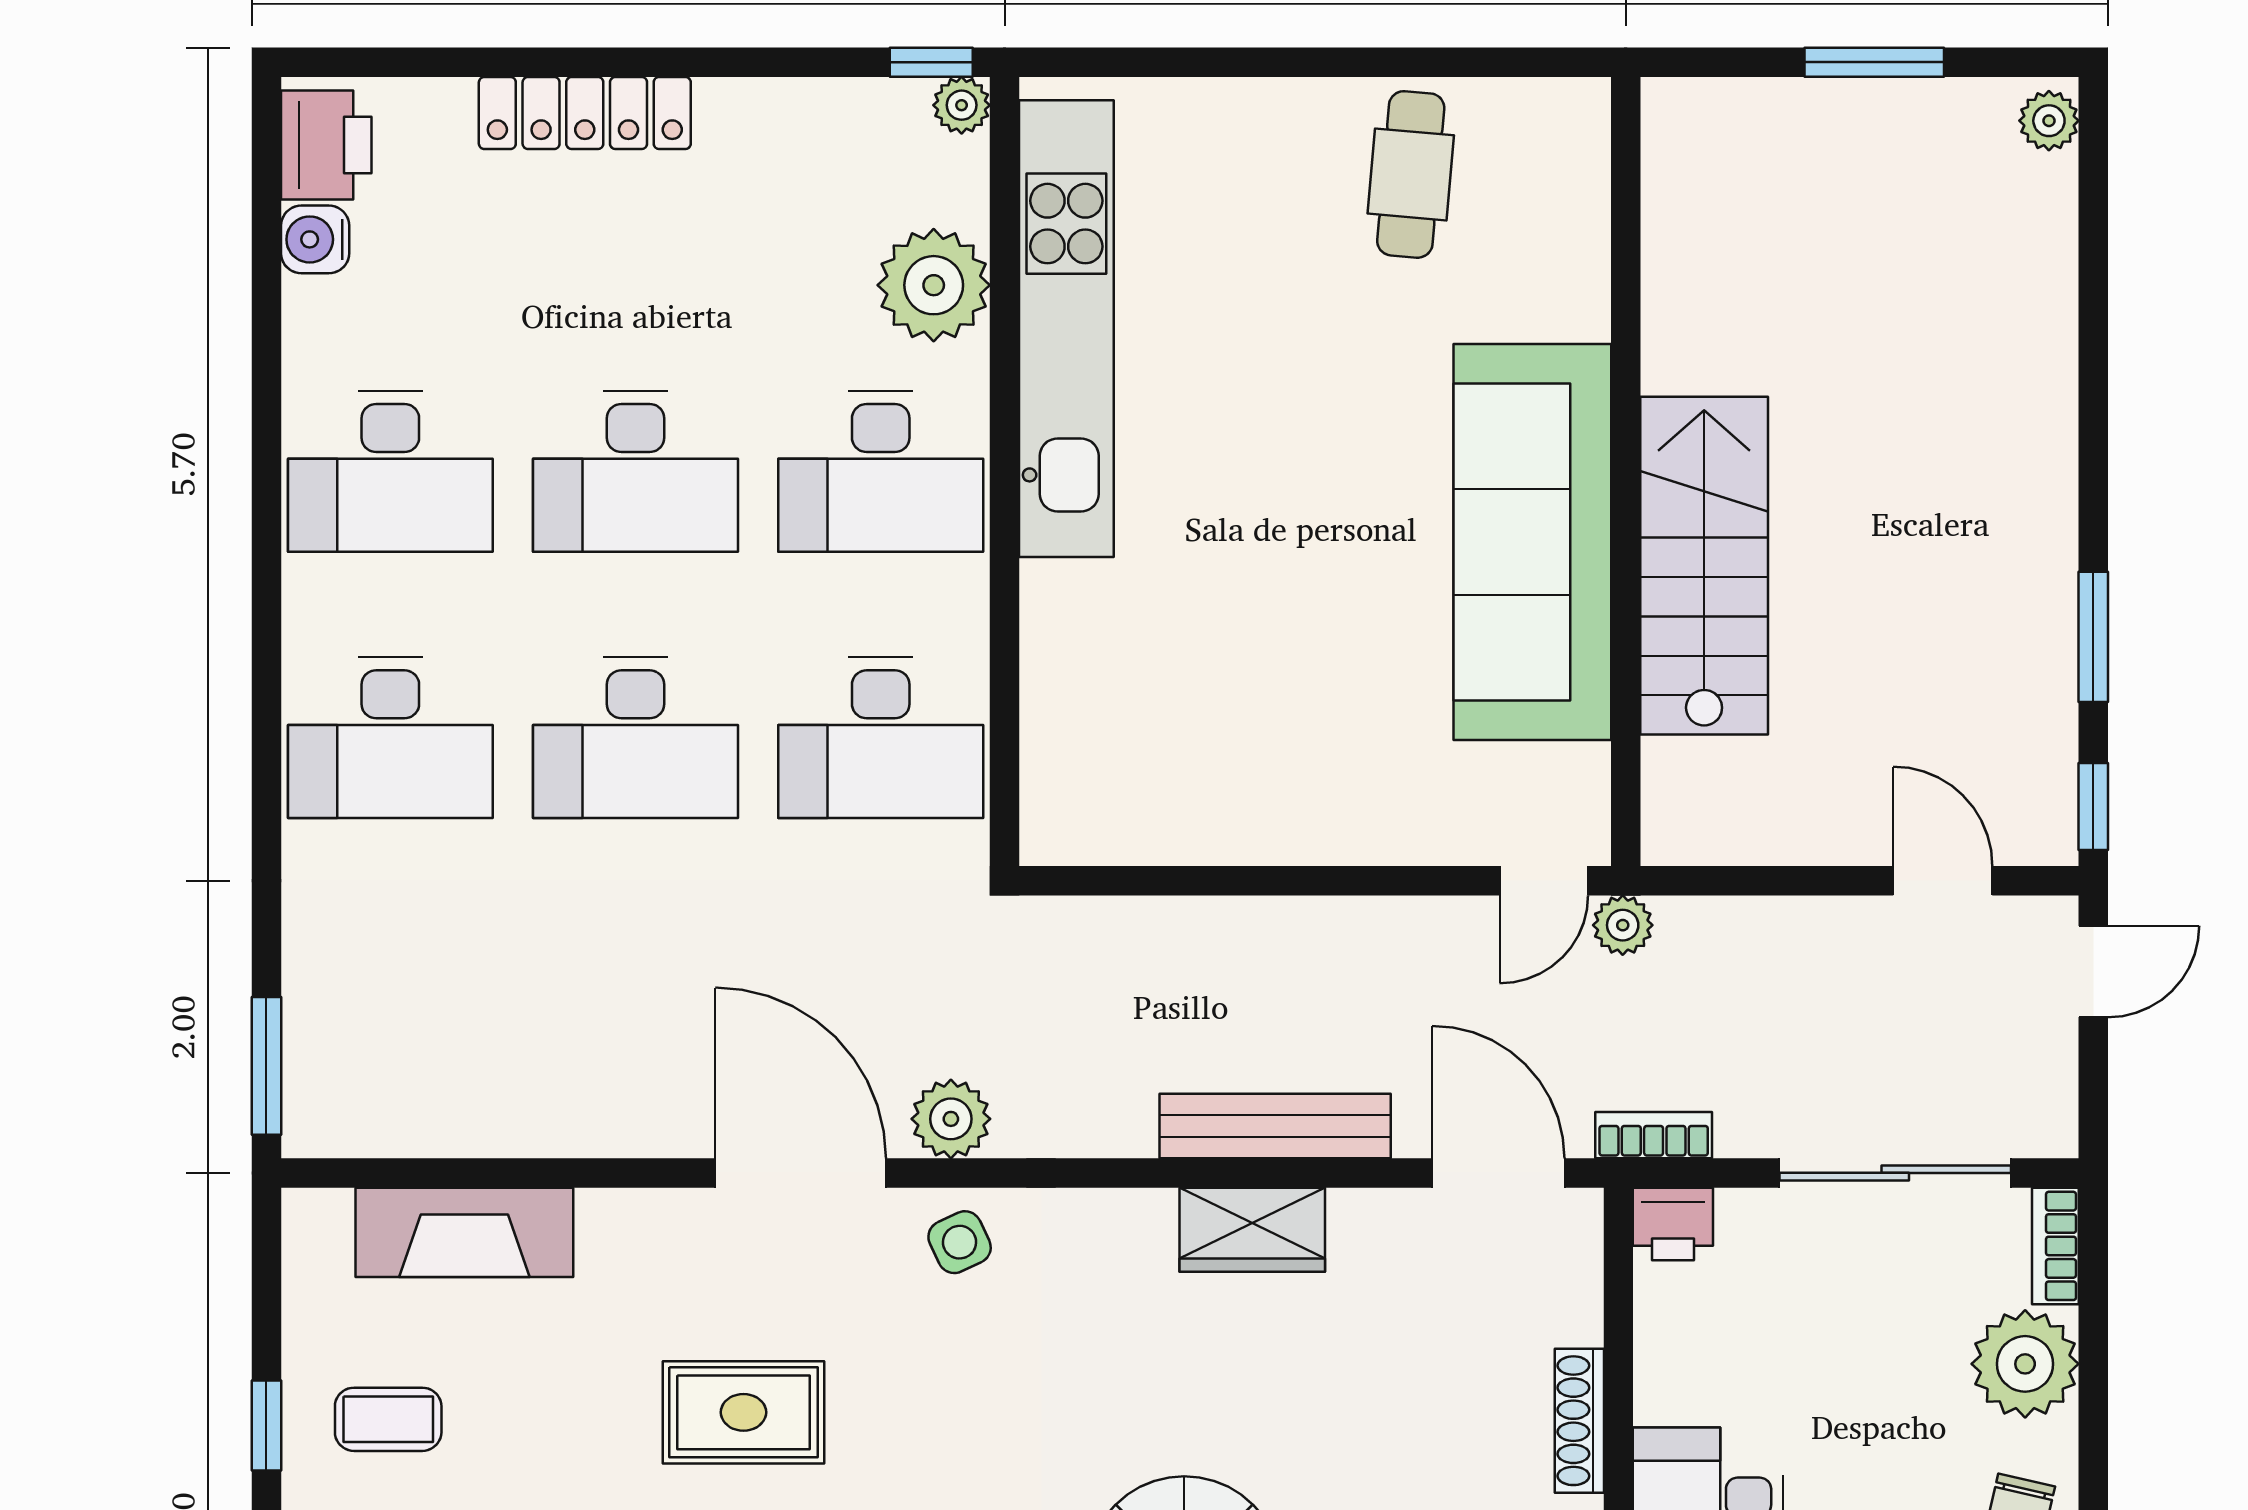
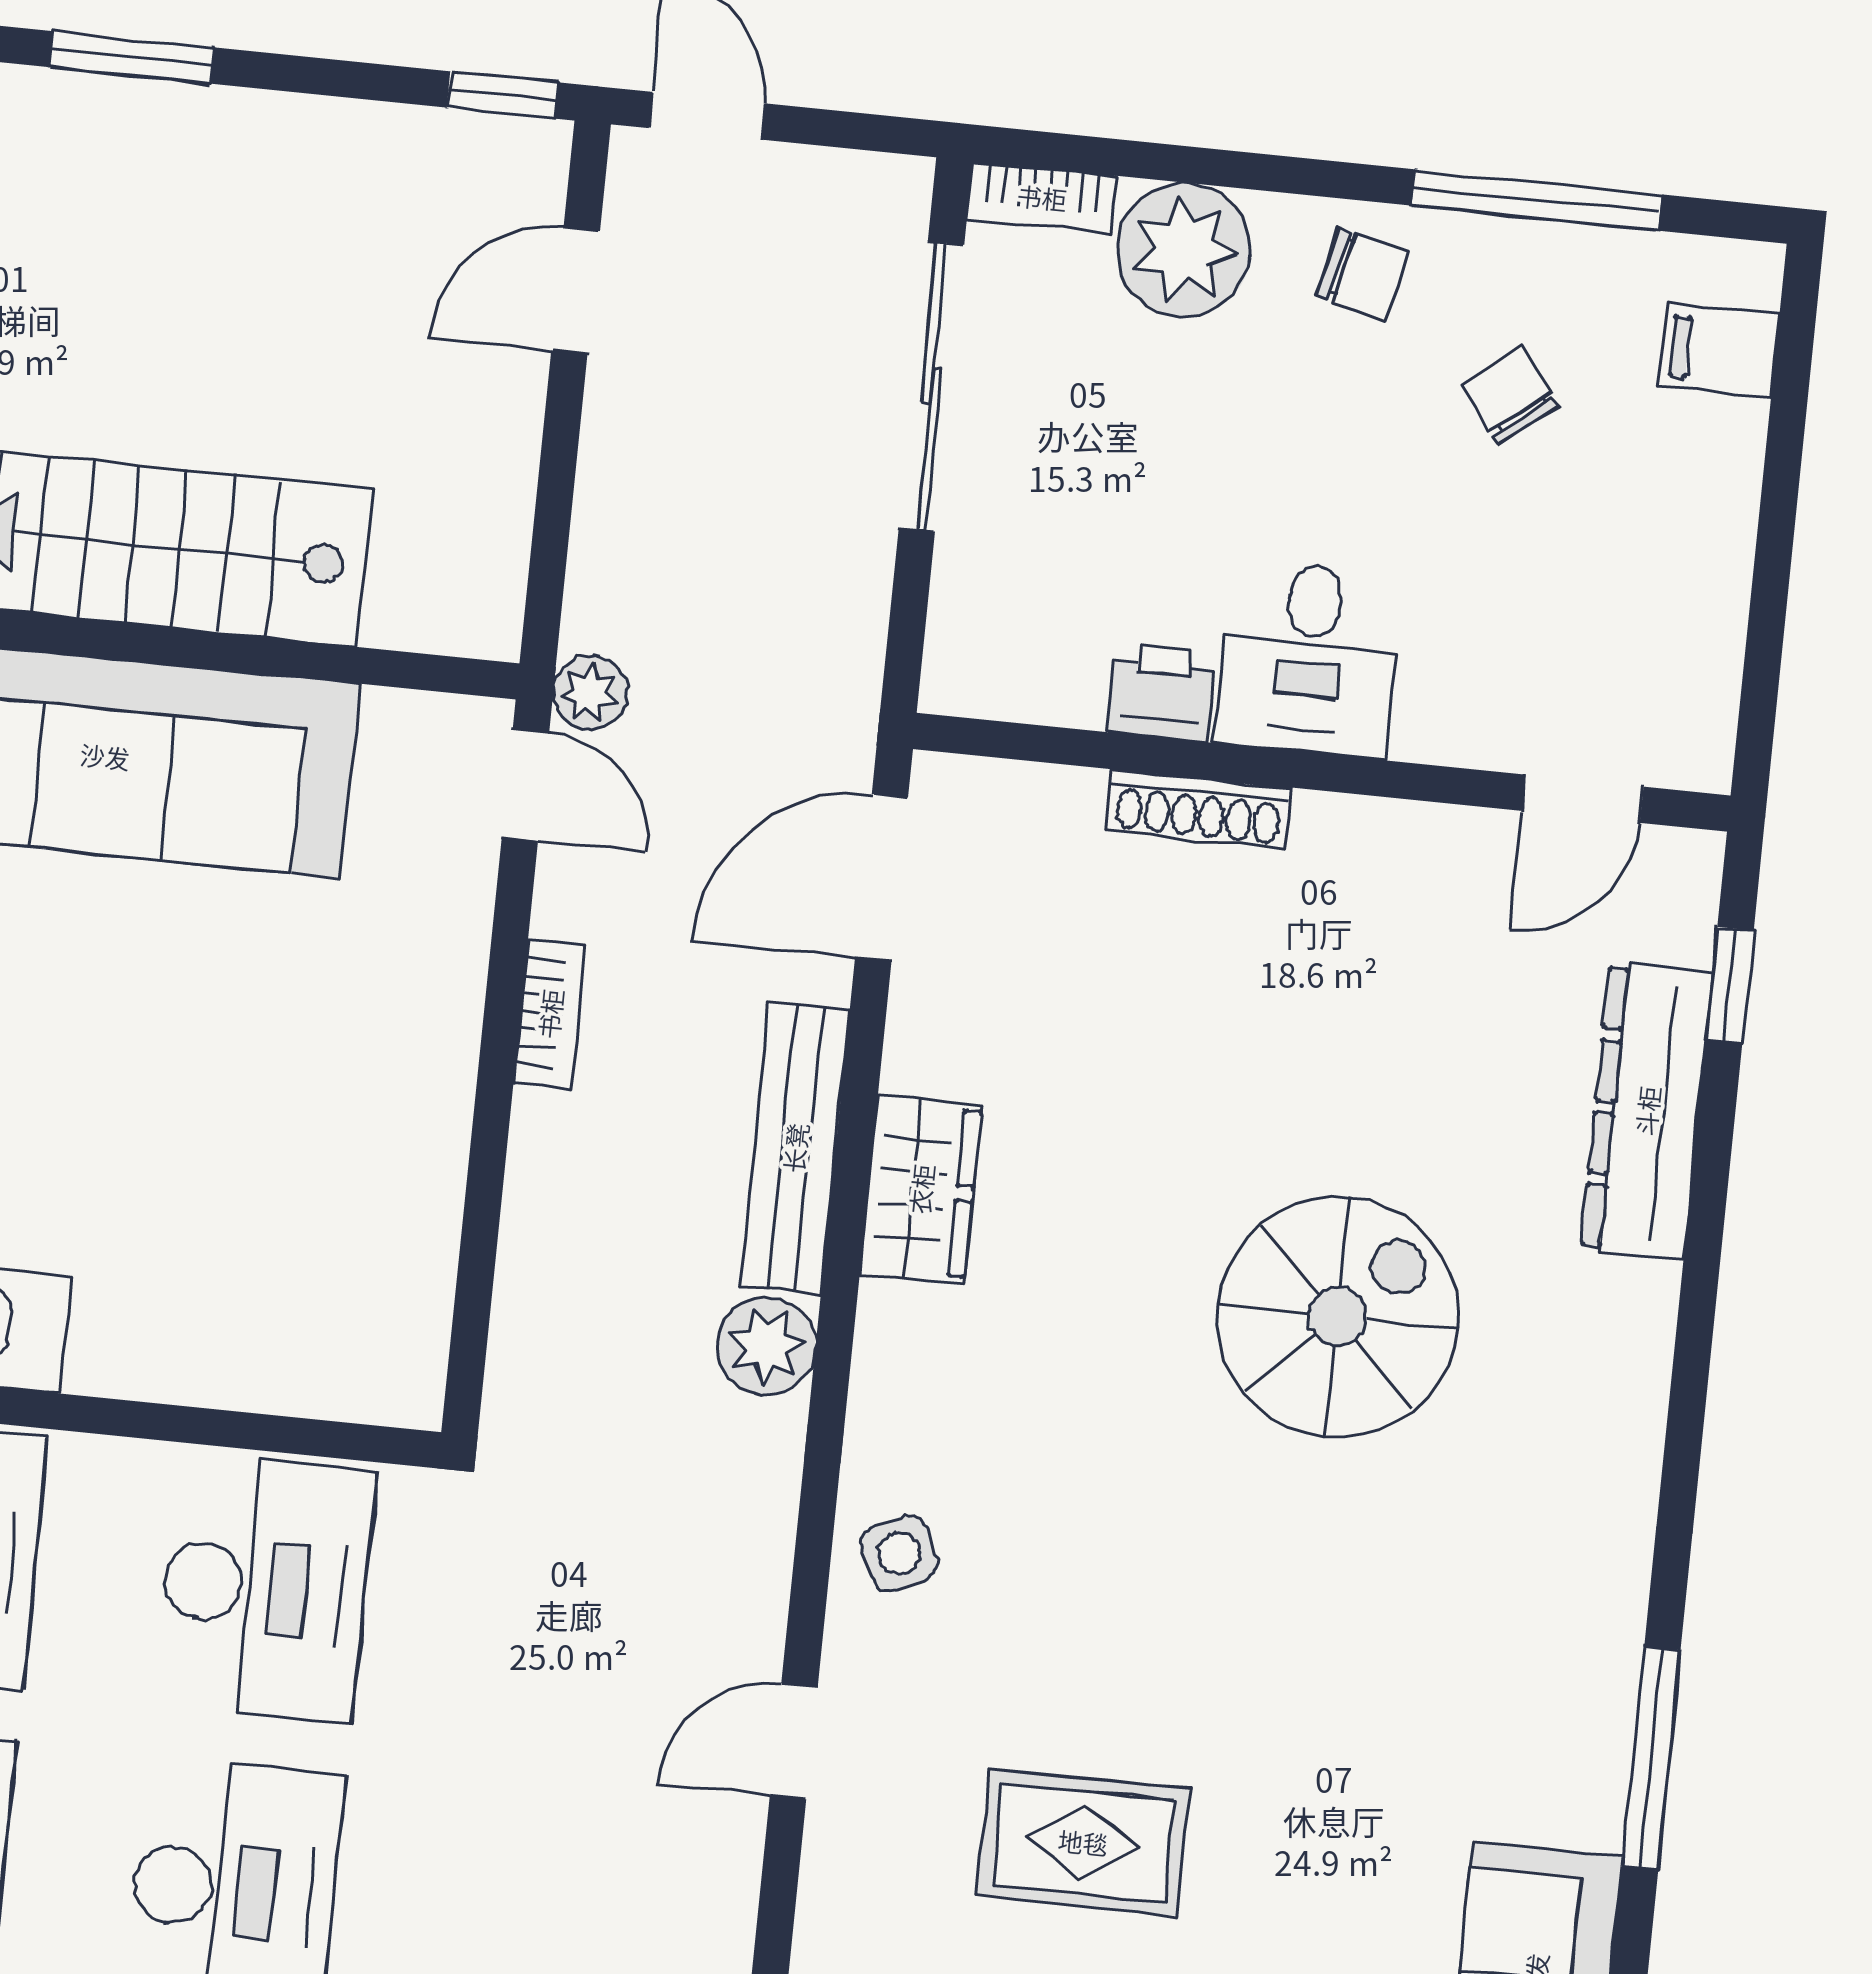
window: (2093, 637) -> (131, 57), moved
plant: (951, 1119) -> (766, 1346), moved
bookcase: (1654, 1135) -> (550, 1014), moved, turned 180
door: (801, 1173) -> (794, 1741), width x0.53
printer: (1673, 1224) -> (1161, 692), moved, turned -90
rug: (743, 1412) -> (1083, 1842), turned 90

